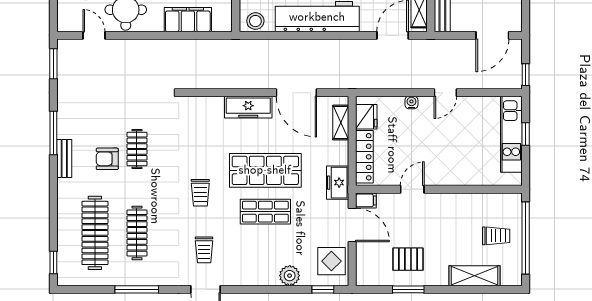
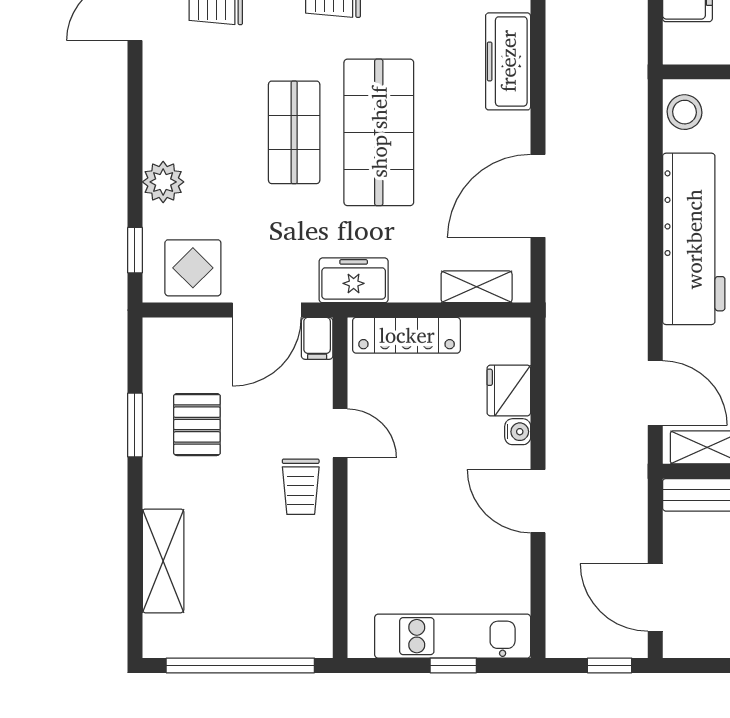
window: (526, 75) -> (610, 665), moved
door: (445, 93) -> (538, 501), width x1.38
freezer: (248, 107) -> (508, 61), moved
fridge: (366, 117) -> (509, 390), moved, turned 90
trolley: (496, 236) -> (301, 487), moved

